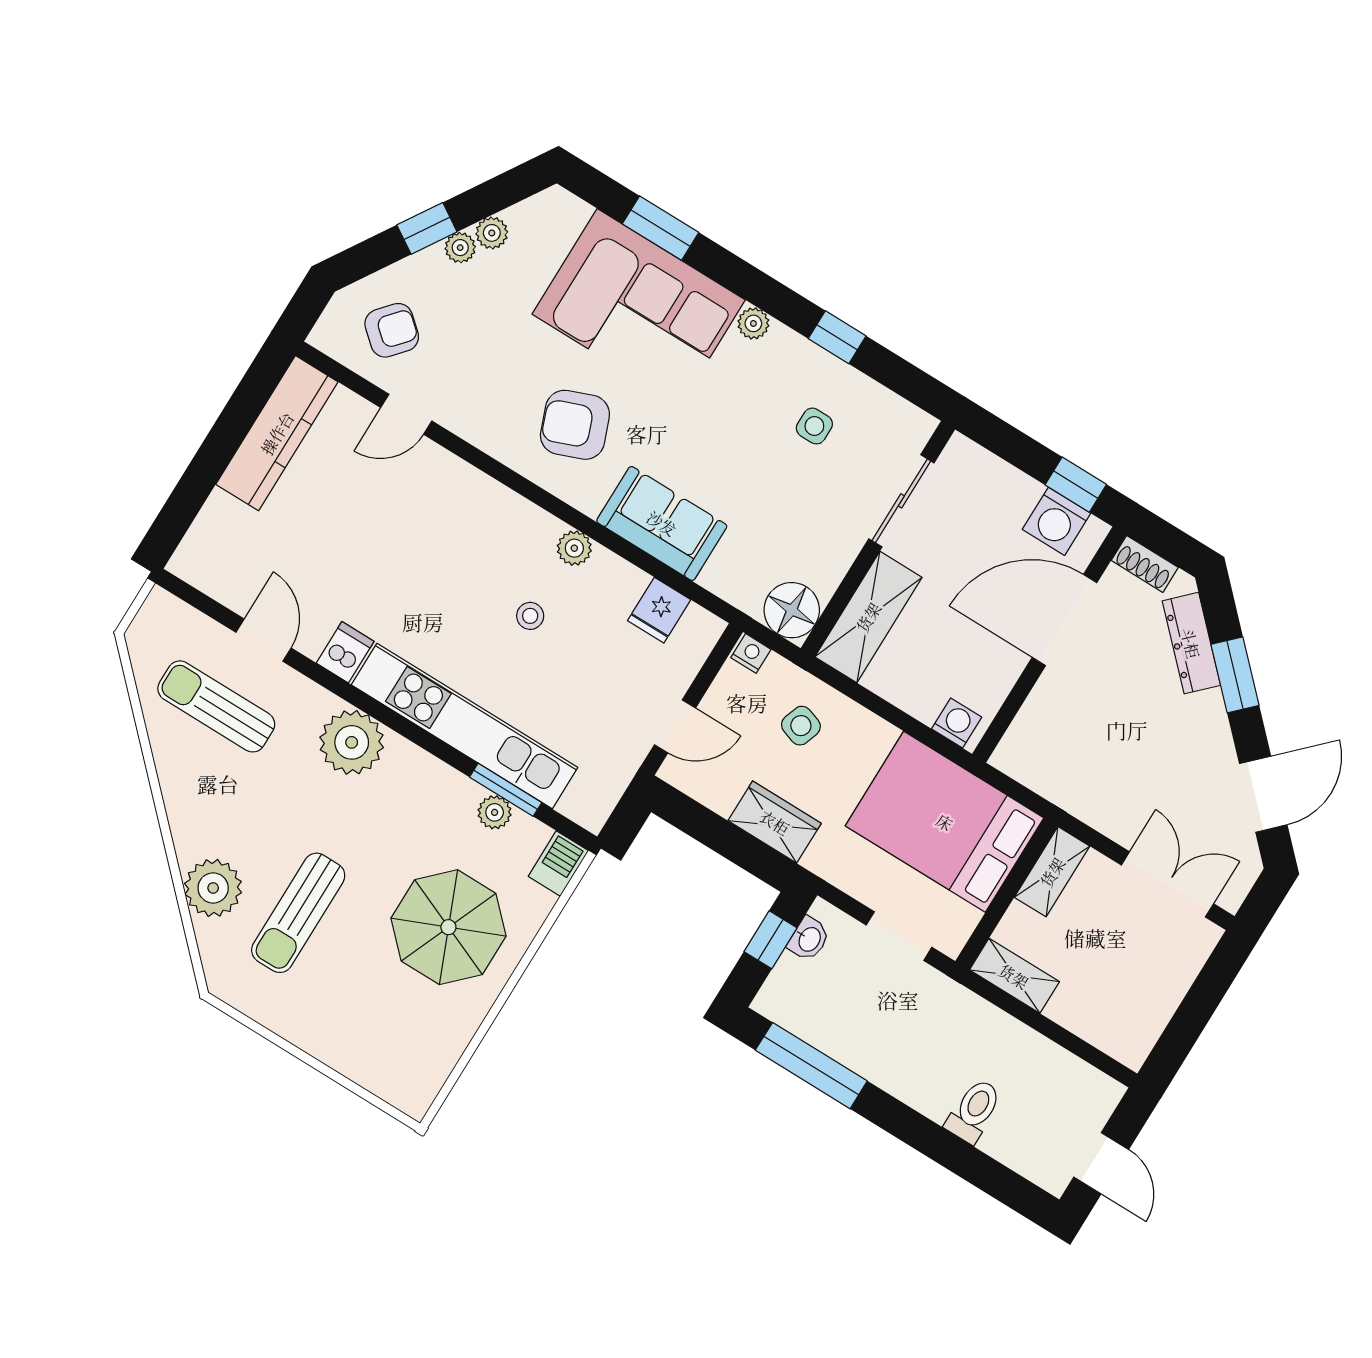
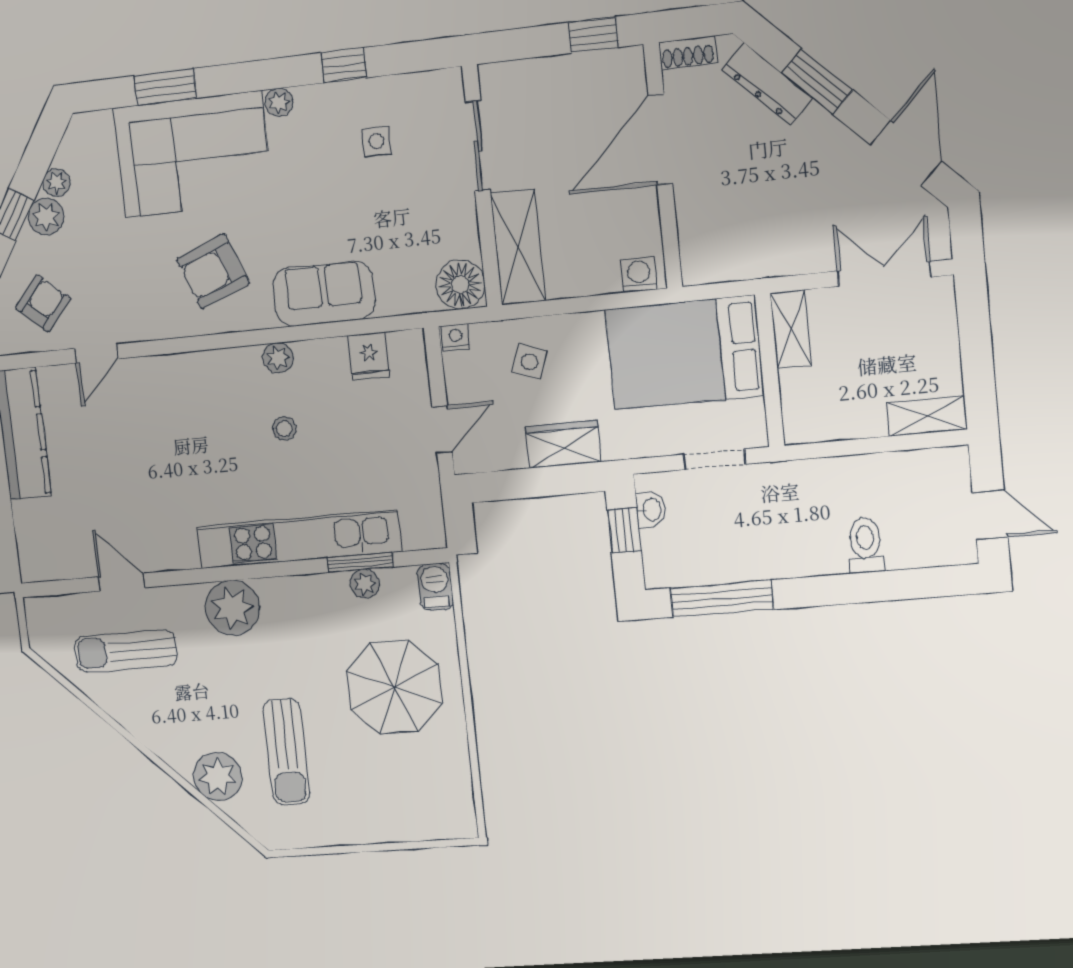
plant: (460, 248) -> (46, 217), width x1.38, depth x1.38
washing machine: (1056, 521) -> (600, 73), removed
dishwasher: (345, 652) -> (181, 549), removed
shelving: (1014, 976) -> (927, 416), moved

